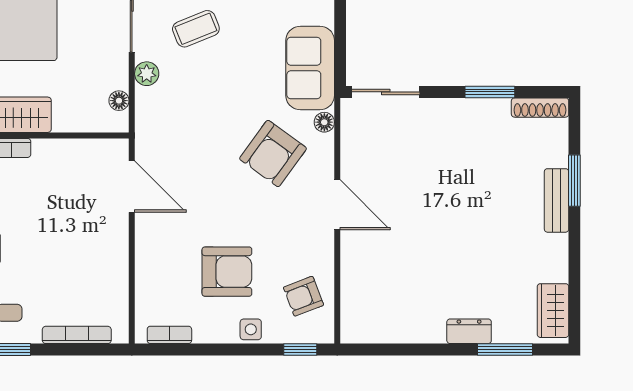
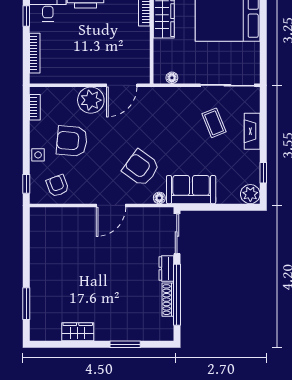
plant: (147, 74) -> (91, 100), moved, width x1.87, depth x1.87
window: (490, 92) -> (177, 295), width x2.11
shoe rack: (540, 108) -> (168, 300), moved
bench: (557, 200) -> (114, 334), removed
armchair: (227, 272) -> (72, 141), turned 95
wardrobe: (553, 311) -> (78, 332), moved
dresser: (469, 331) -> (166, 269), moved, turned 180

